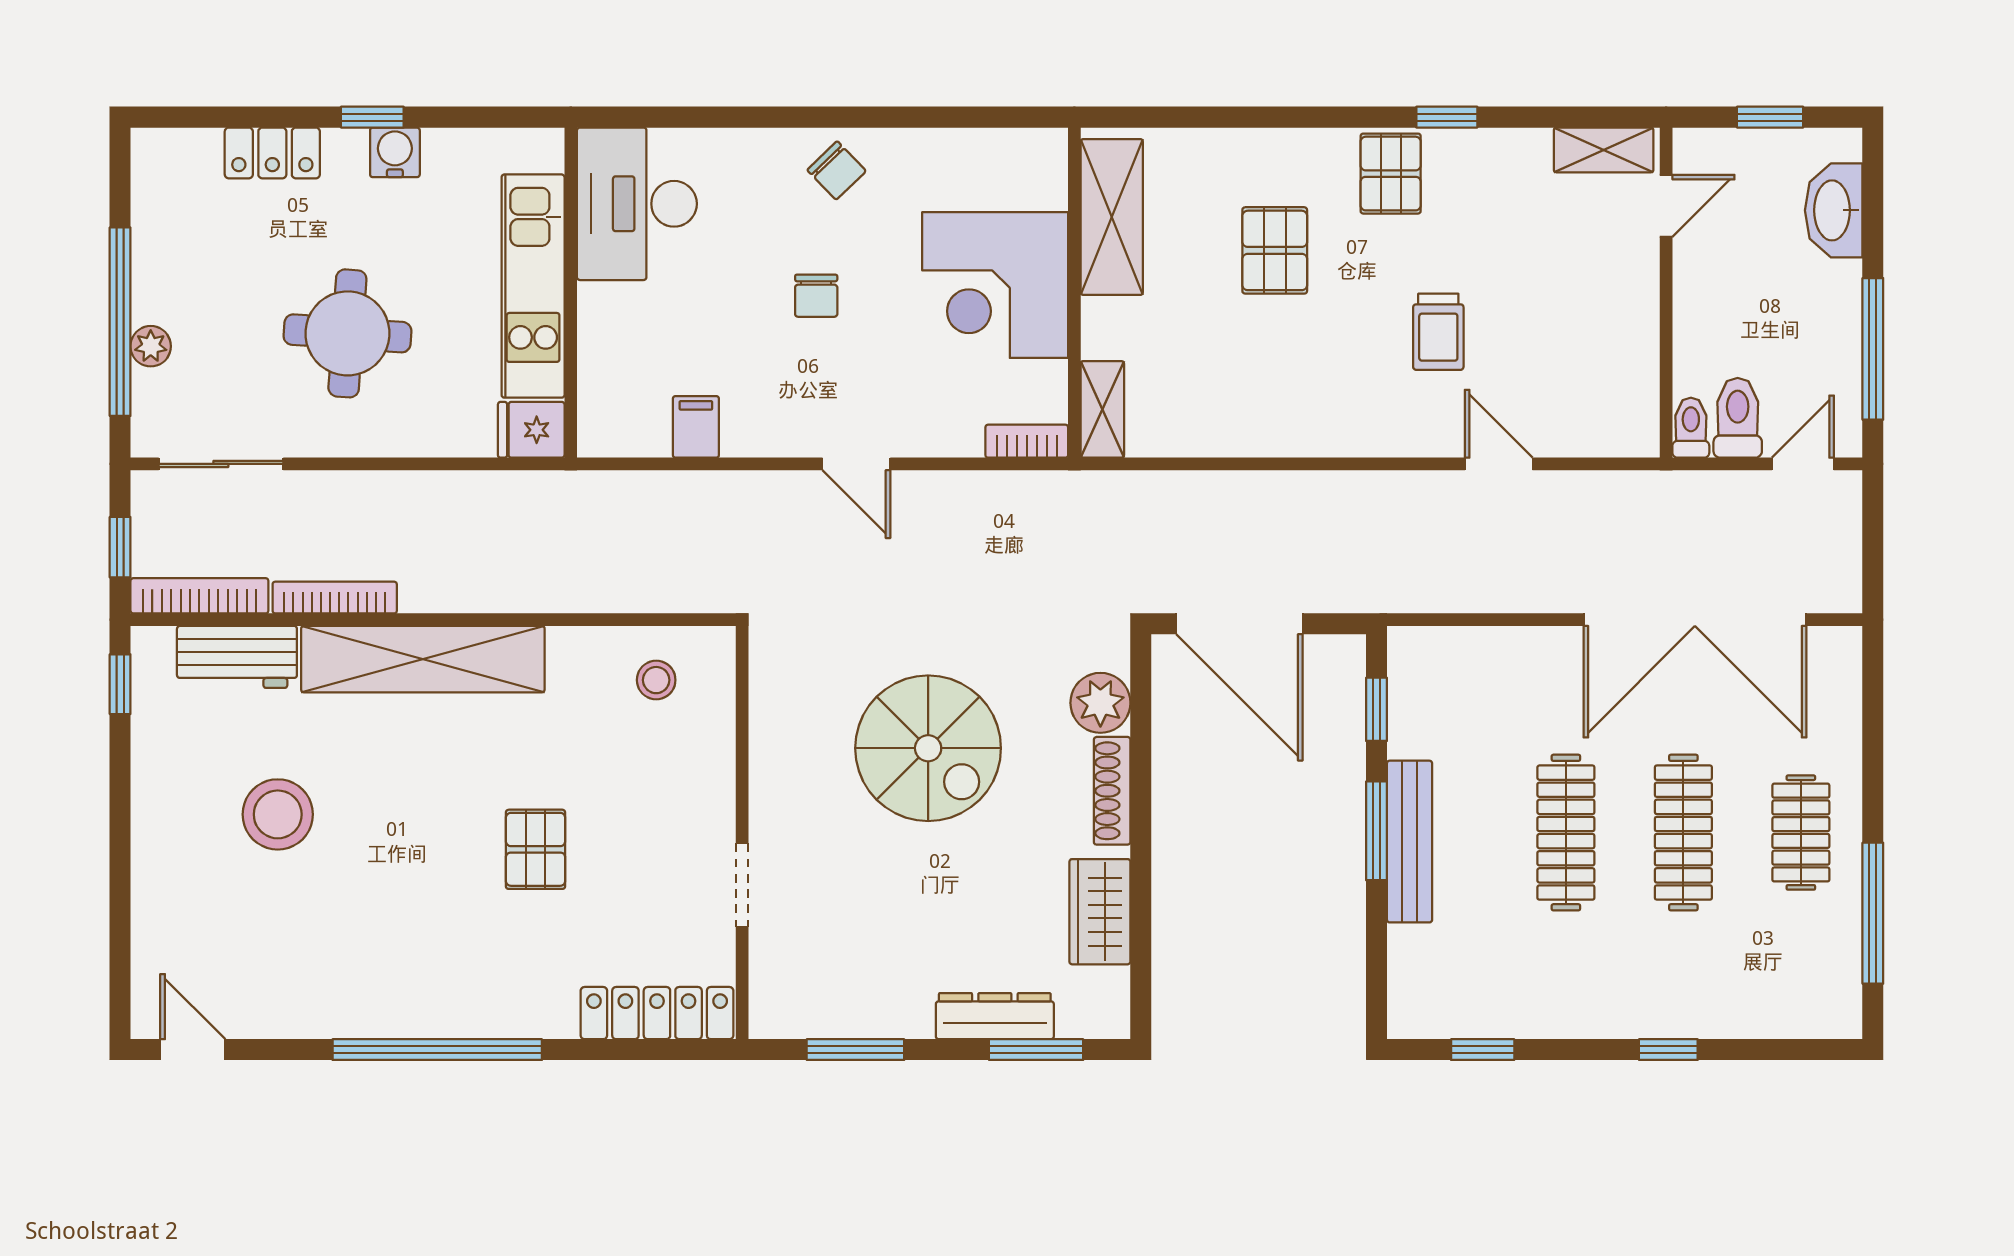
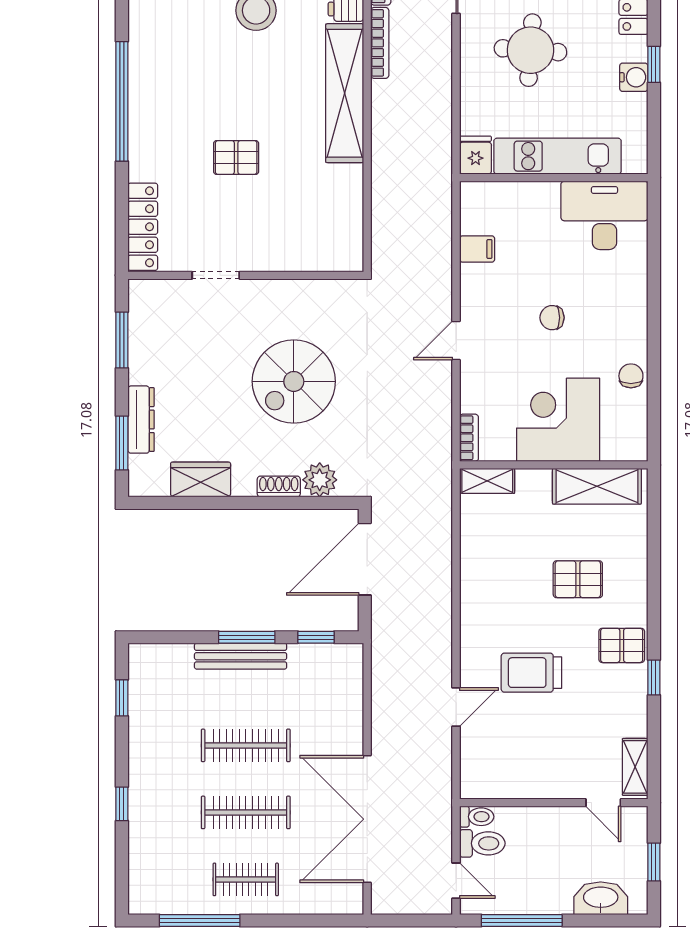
chair: (837, 170) -> (631, 376), moved, turned 134
trolley: (1438, 332) -> (531, 673), width x1.36, depth x1.39
stool: (656, 680) -> (333, 226), removed
shoe rack: (1112, 791) -> (279, 486), width x0.70

